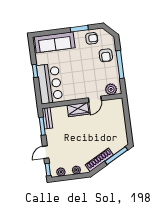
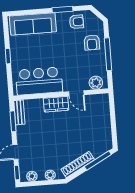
bar counter: (50, 84) -> (39, 81), moved, turned -90
door: (95, 99) -> (76, 93), hinge flipped

